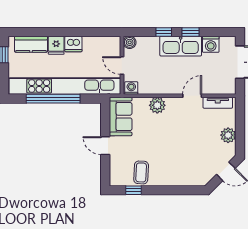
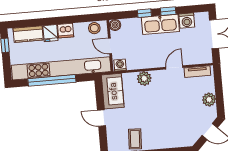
stool: (106, 44) -> (94, 28), added

